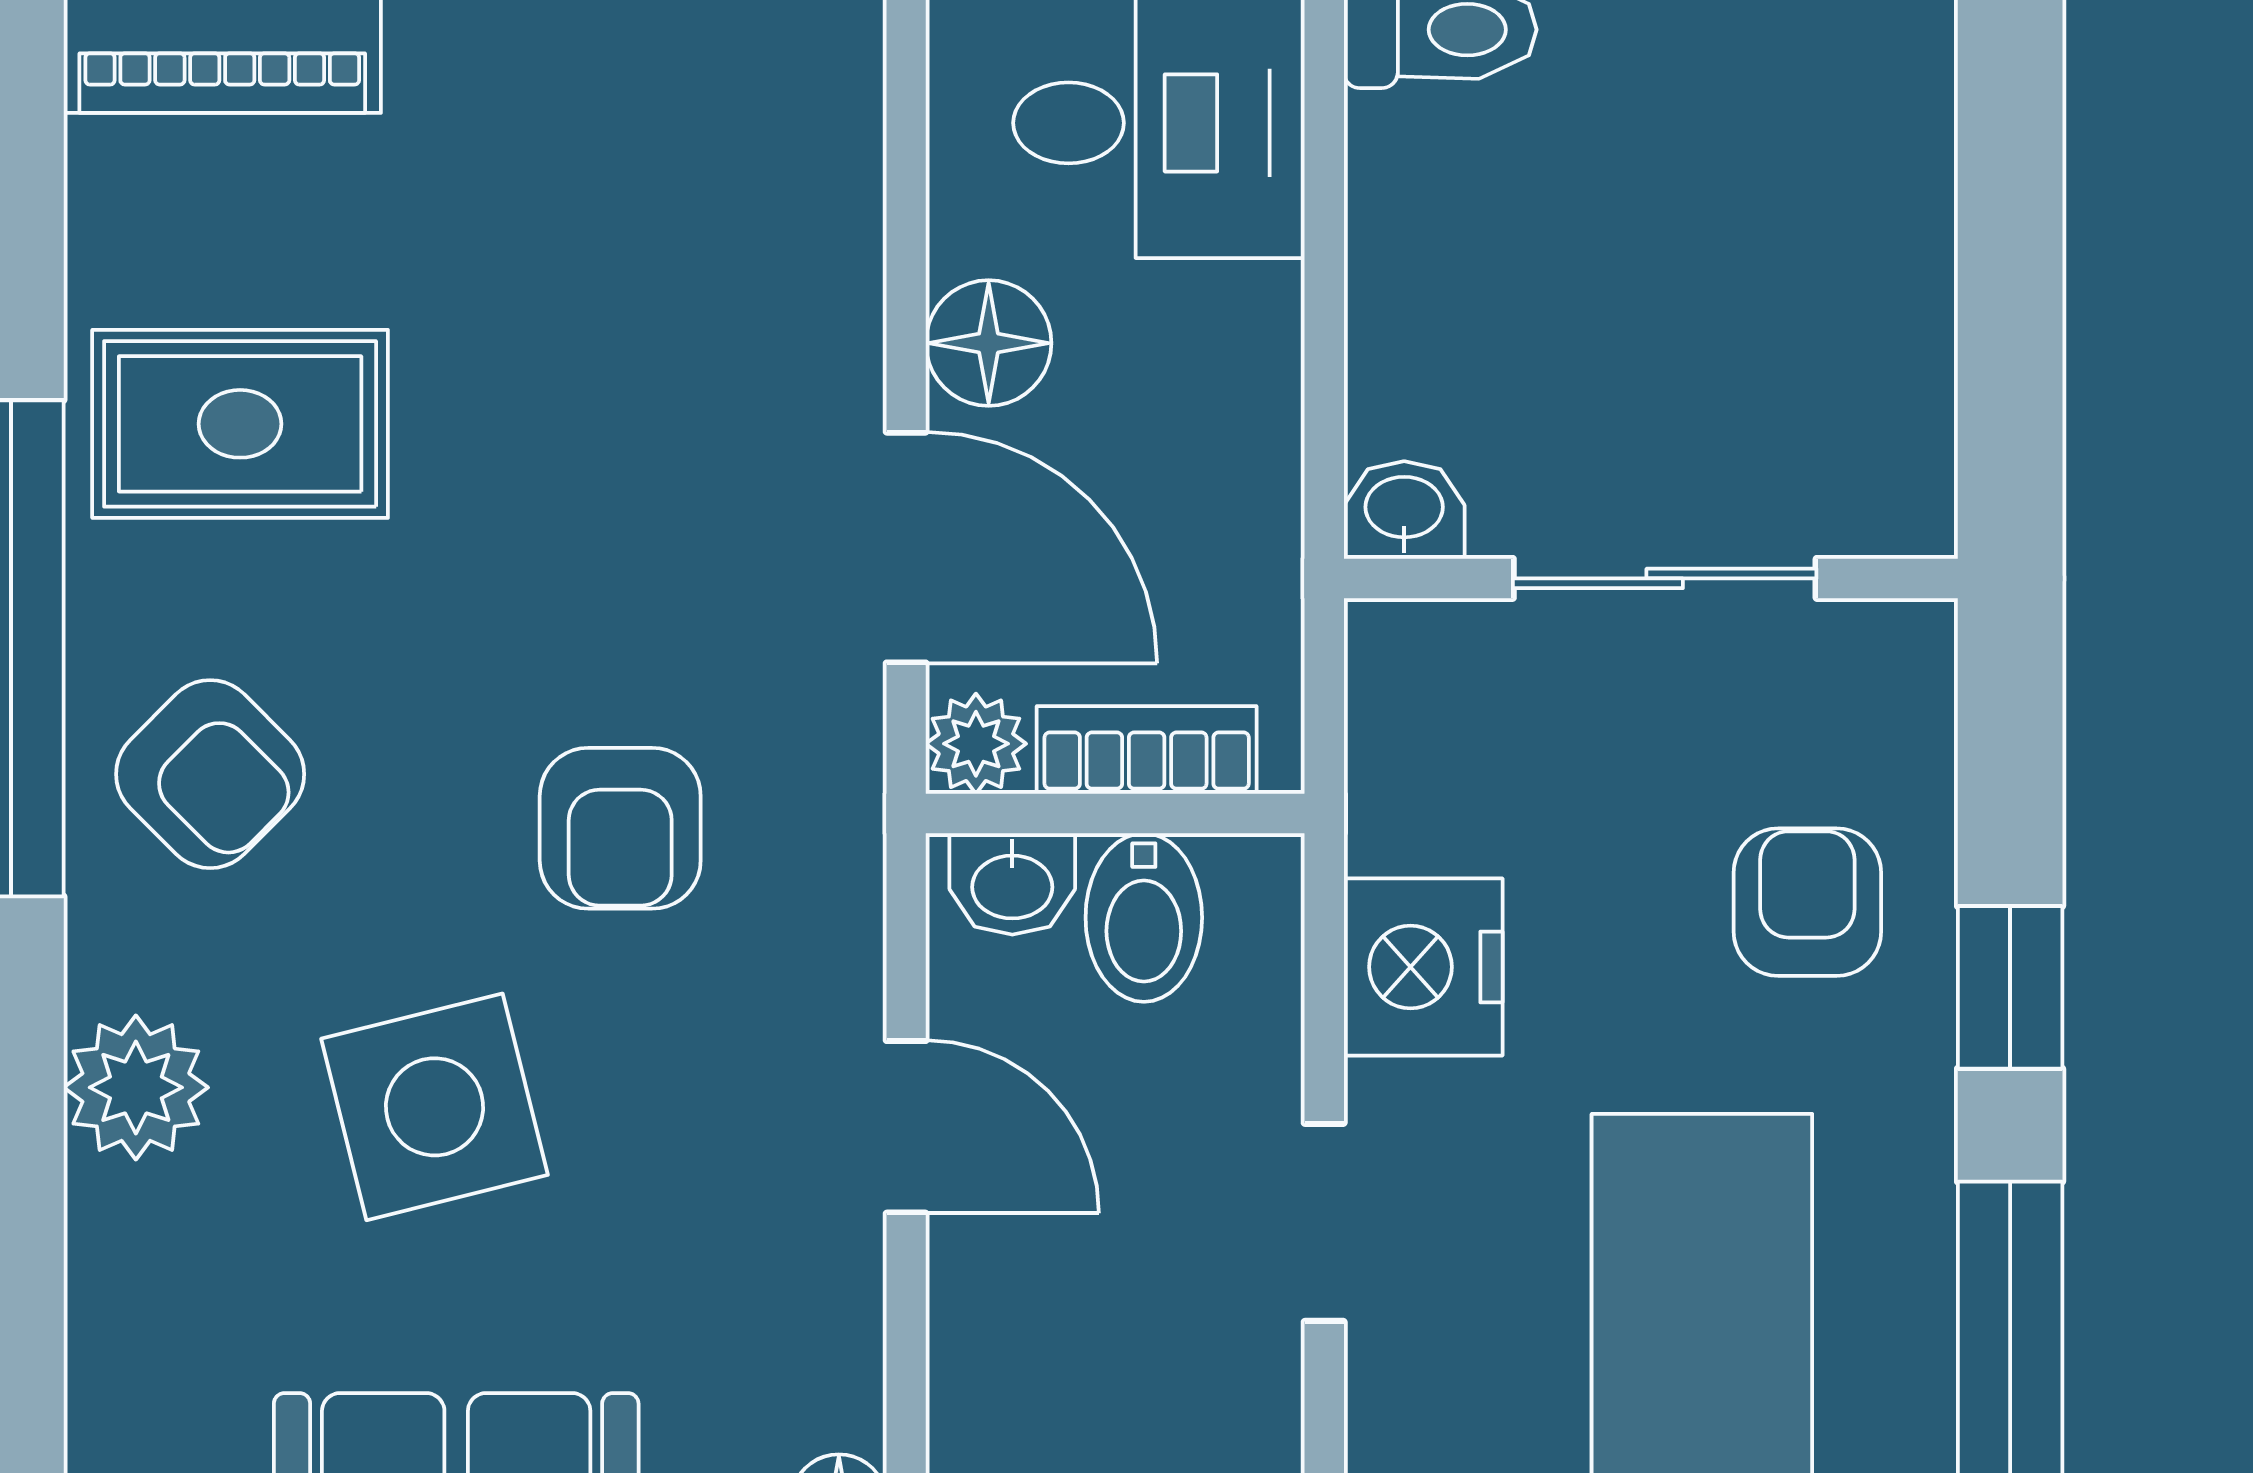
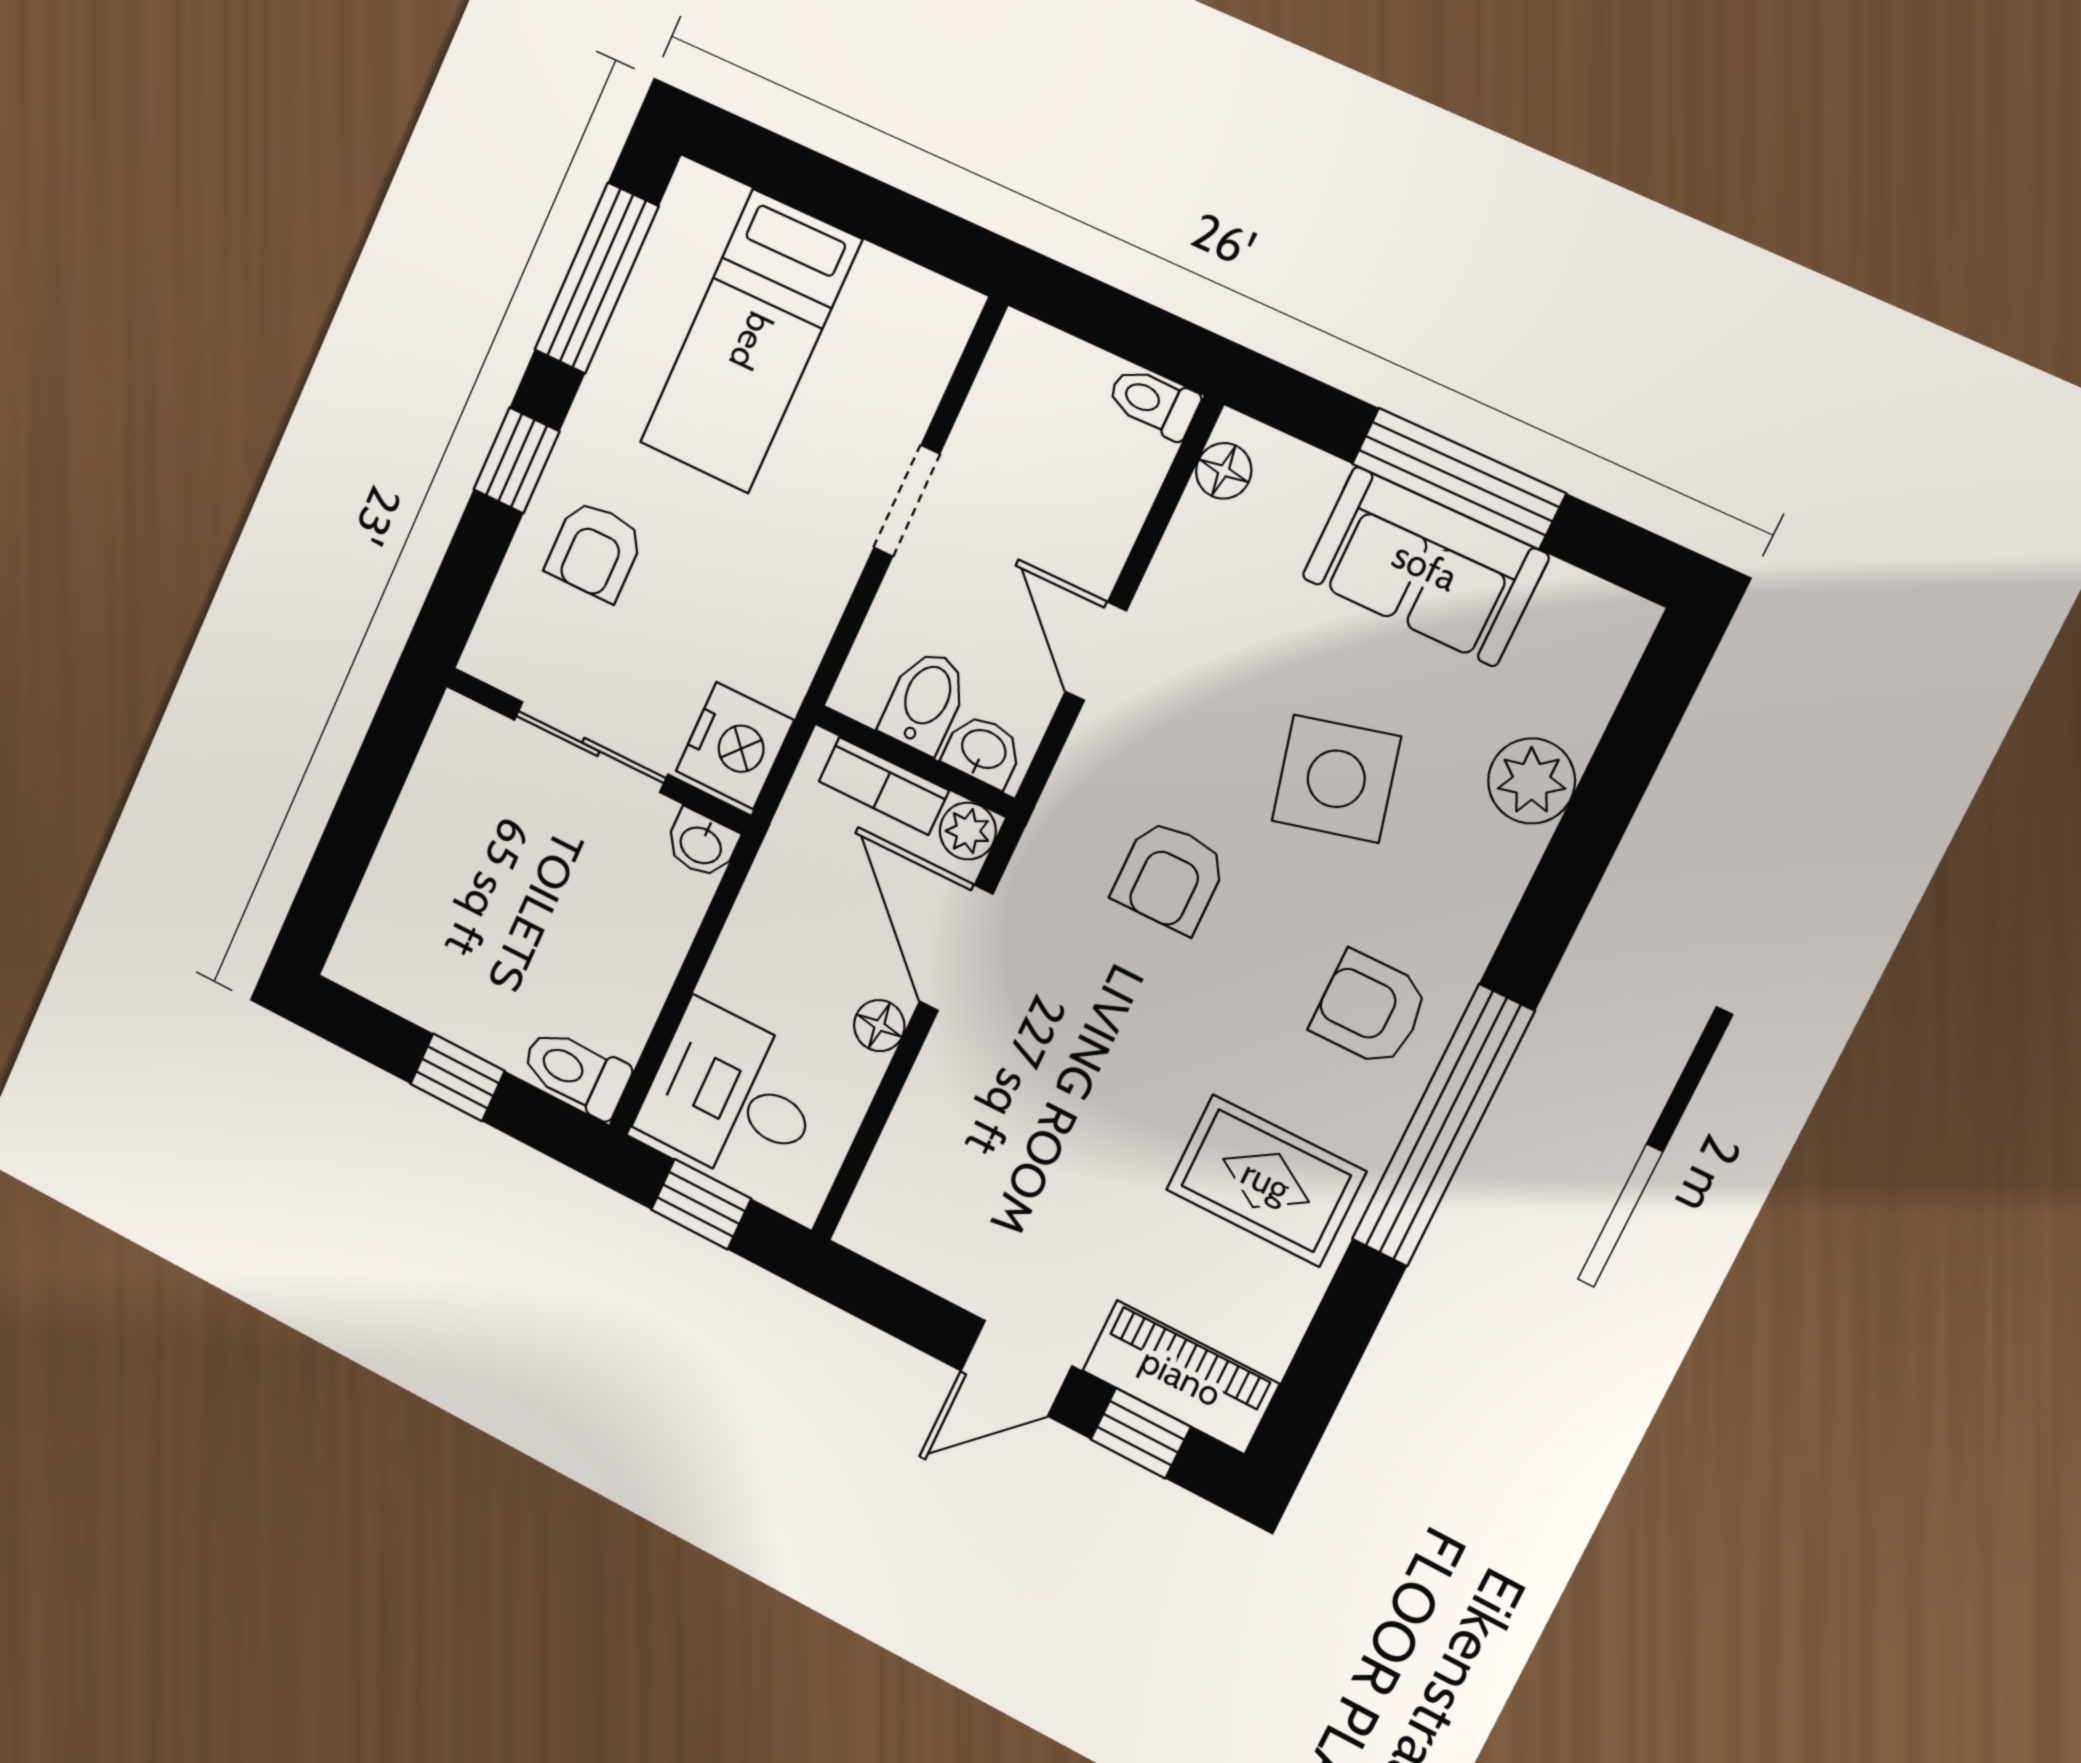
floor lamp: (989, 343) -> (879, 1026), width x0.73, depth x0.73
armchair: (210, 774) -> (1370, 1009), turned -45
armchair: (620, 828) -> (1170, 877), turned 180
nightstand: (1423, 967) -> (735, 746), moved
plant: (136, 1087) -> (1532, 781), moved

